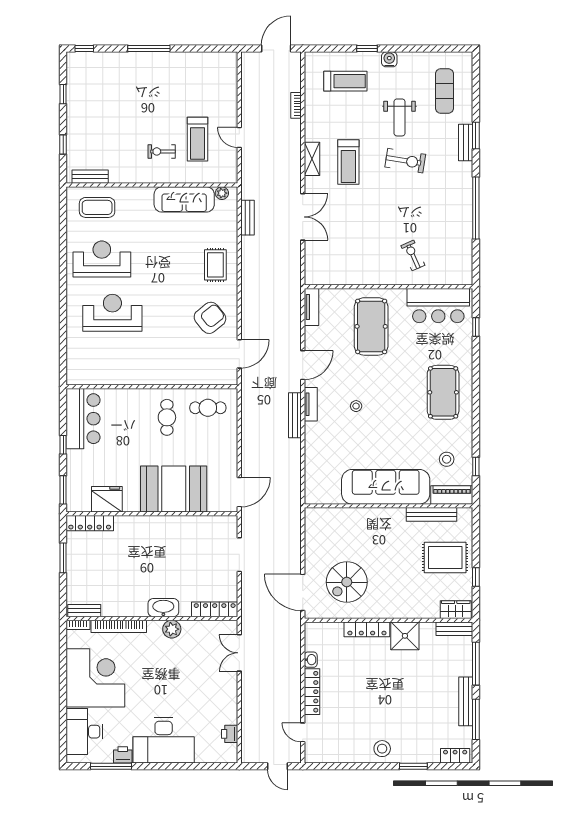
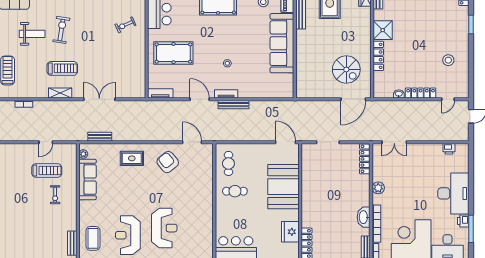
reception desk: (112, 313) -> (164, 228), turned 180
washbasin: (163, 608) -> (364, 217), moved
stool: (382, 749) -> (448, 60), moved

